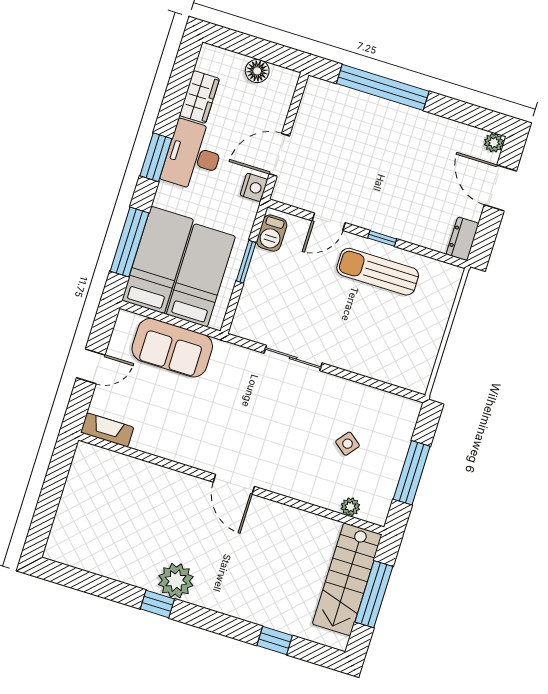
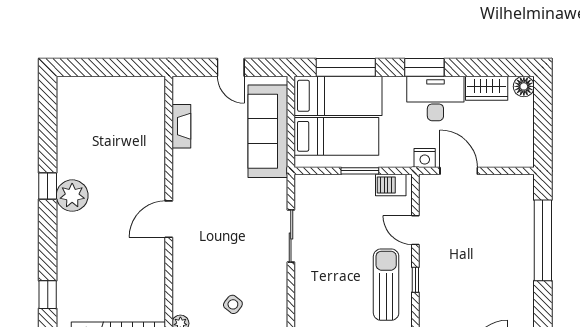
floor lamp: (257, 71) -> (524, 86), moved
sofa: (172, 348) -> (268, 131), width x1.36
fireplace: (107, 430) -> (181, 126), moved

